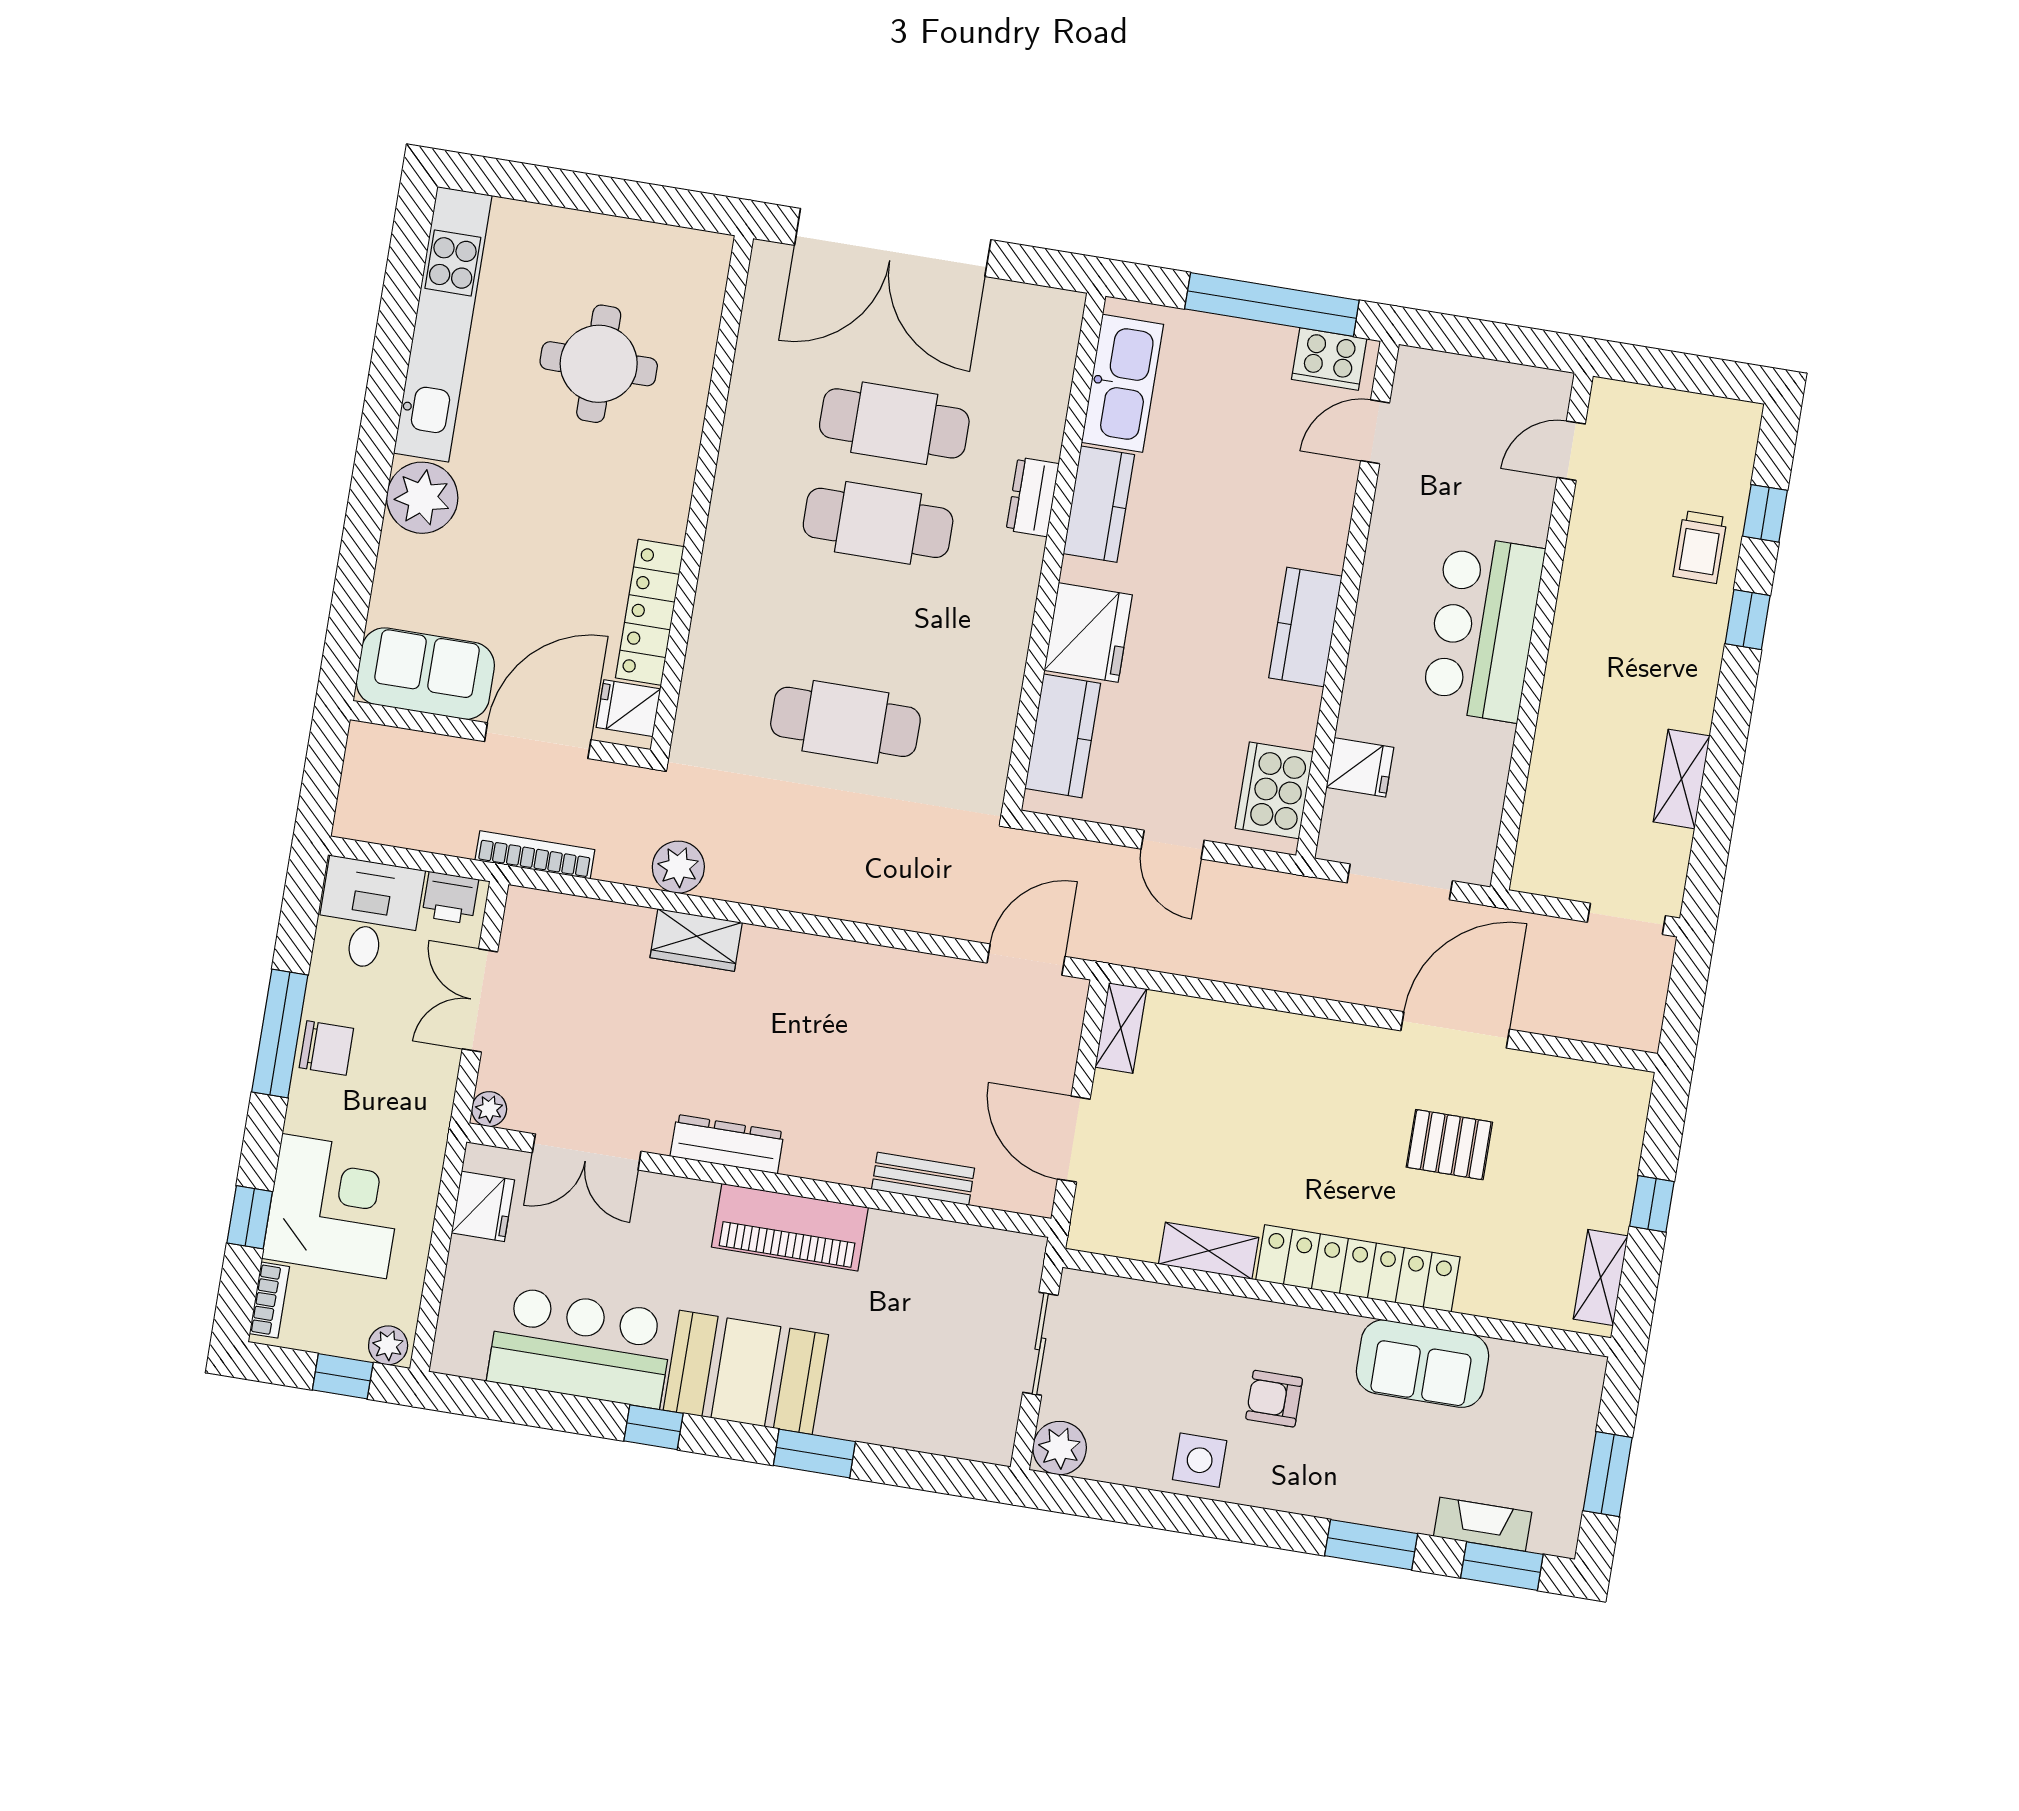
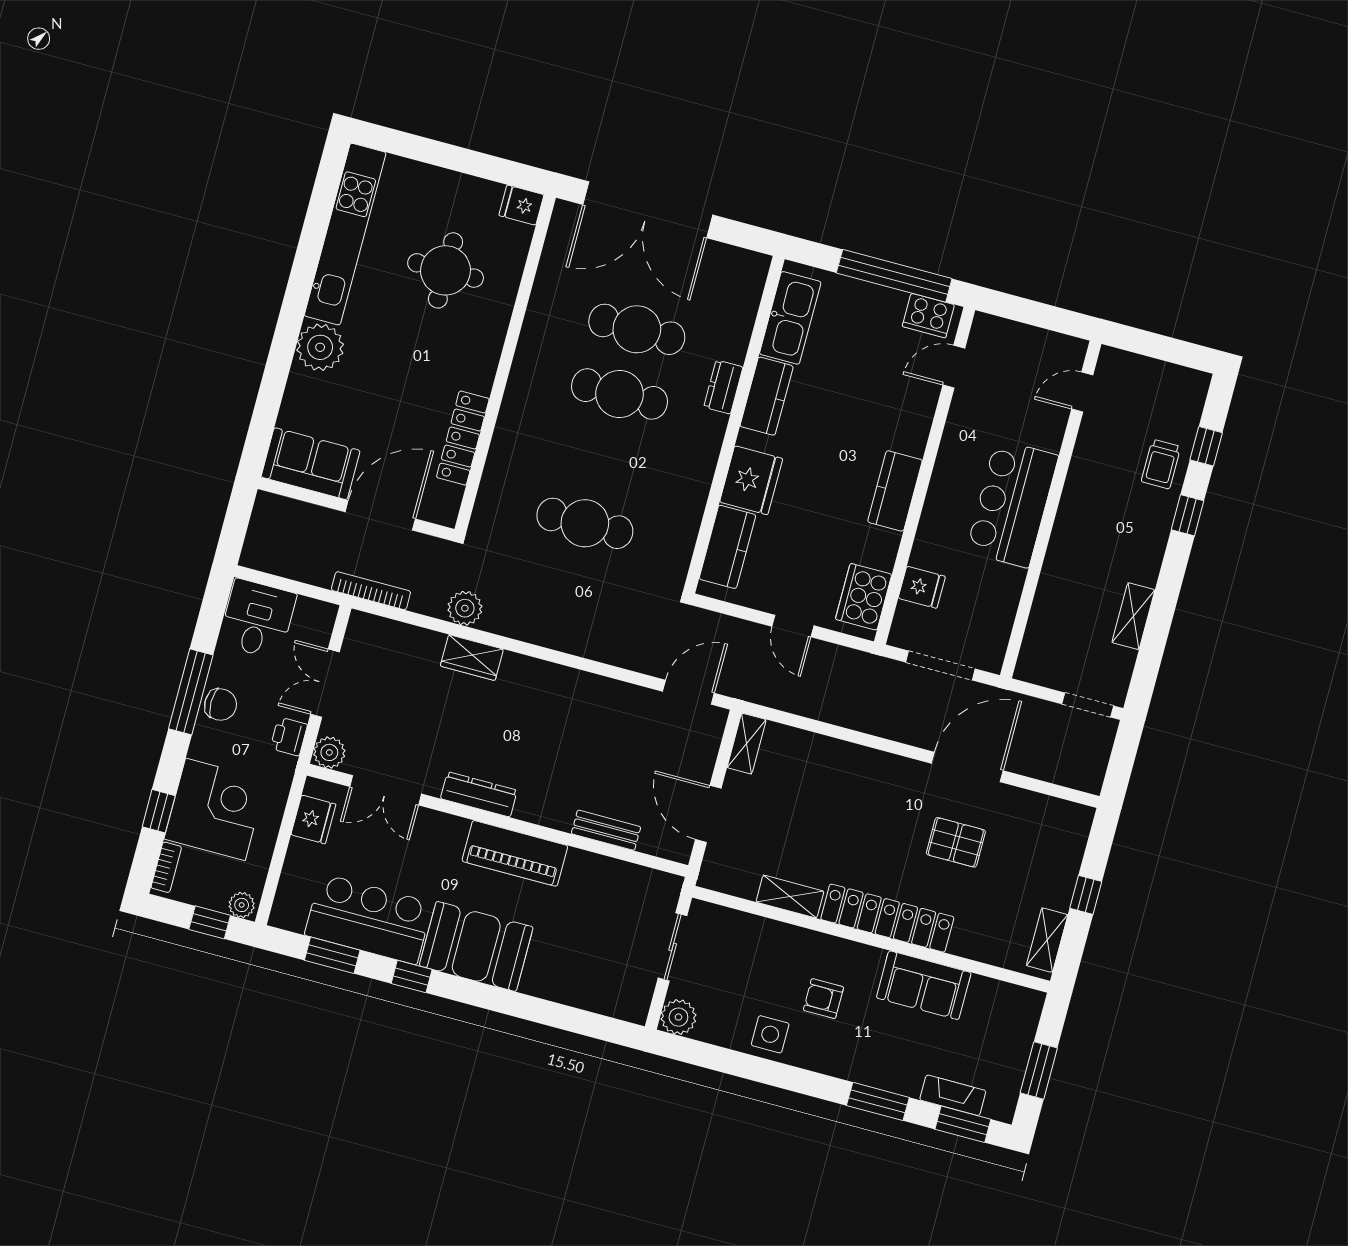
fridge: (628, 708) -> (521, 205), moved
printer: (450, 898) -> (289, 736), moved, turned 90
plant: (489, 1109) -> (329, 752), width x1.38, depth x1.38
window: (814, 1454) -> (332, 955), moved

